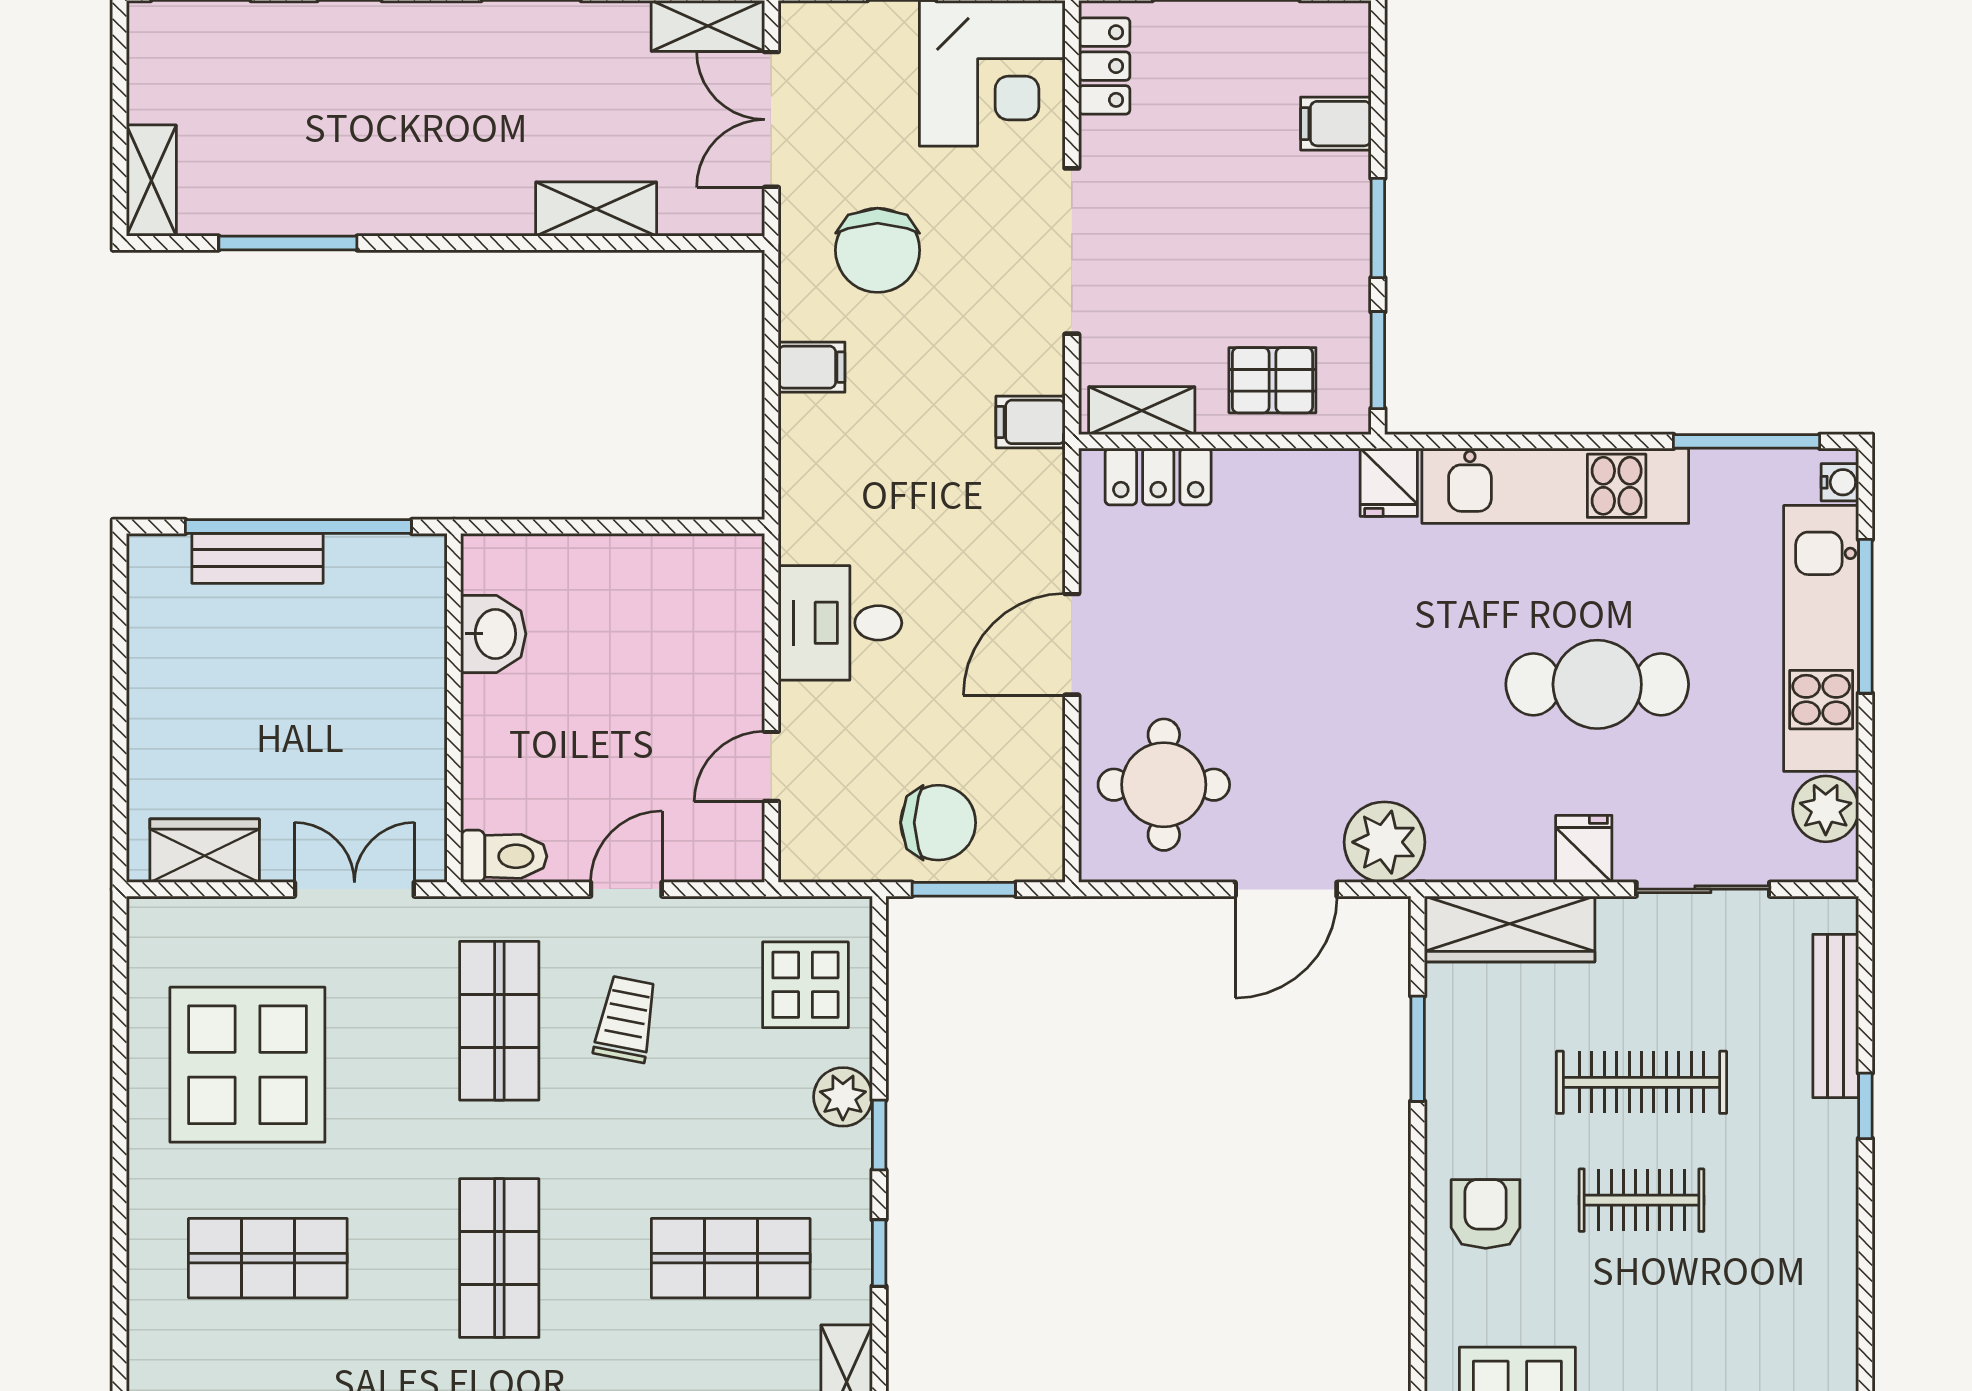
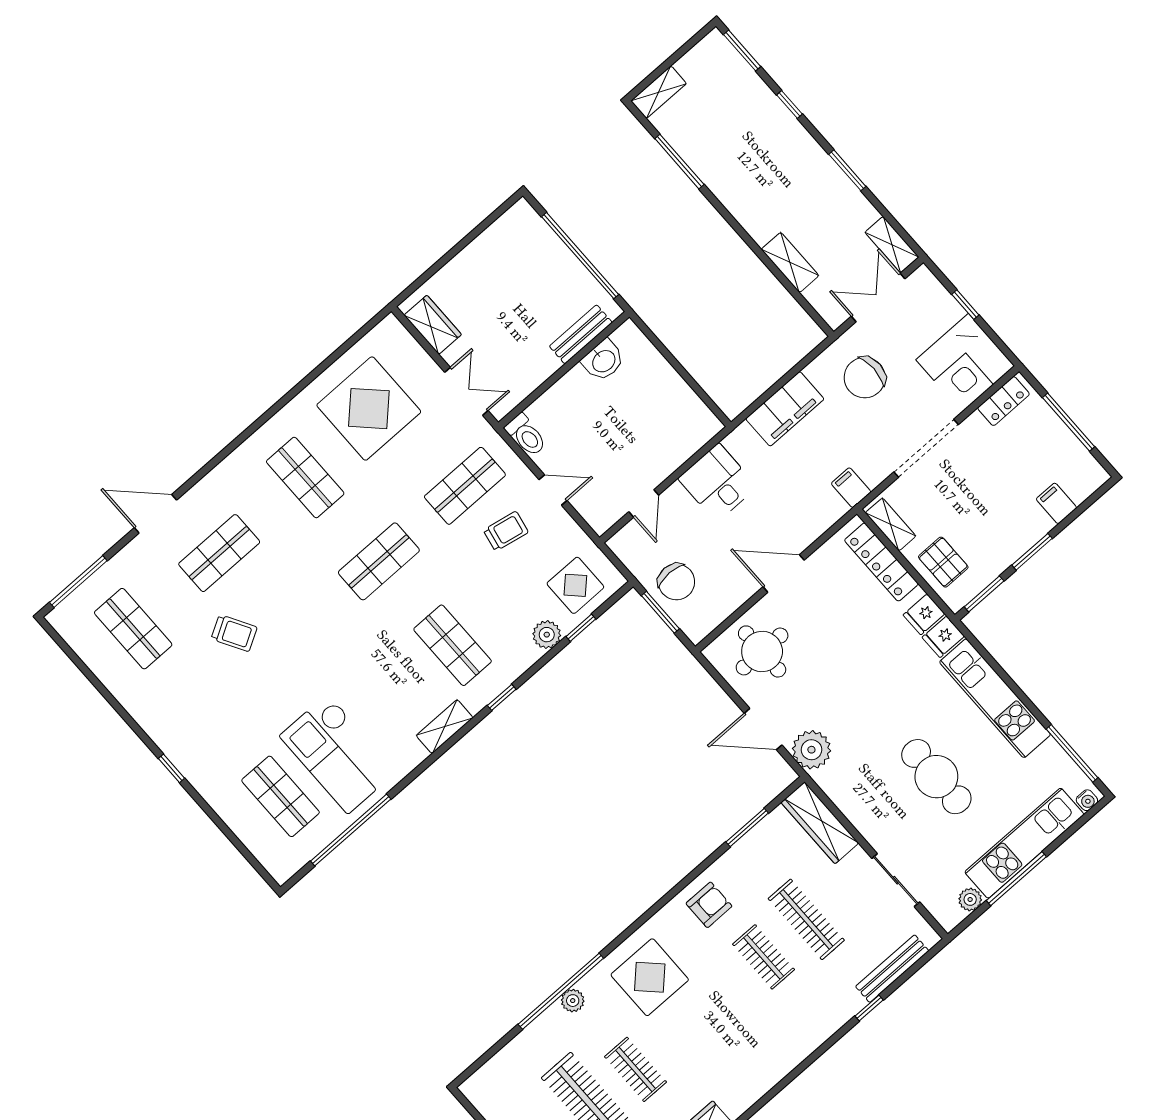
filing cabinet: (812, 367) -> (785, 409), width x3.00, depth x1.17
locker: (1158, 477) -> (881, 562), width x1.53
bench: (257, 558) -> (581, 334), moved, turned 90
window: (1865, 616) -> (1016, 879), moved
door: (771, 766) -> (644, 503), swing flipped
plant: (1826, 809) -> (970, 899), width x0.73, depth x0.73
fridge: (1584, 849) -> (924, 614), moved, turned 180
window: (879, 1135) -> (581, 628), moved

